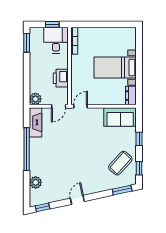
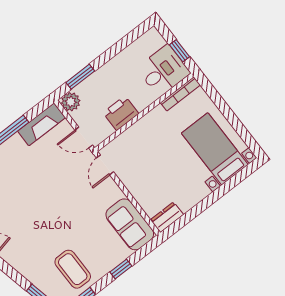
window: (27, 43) -> (80, 77), moved
bed with nightstands: (115, 68) -> (215, 149), moved
door: (81, 106) -> (105, 165), swing flipped
coffee table: (120, 163) -> (73, 269), turned 48

